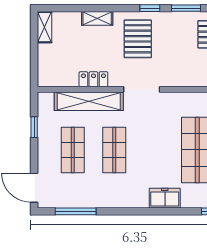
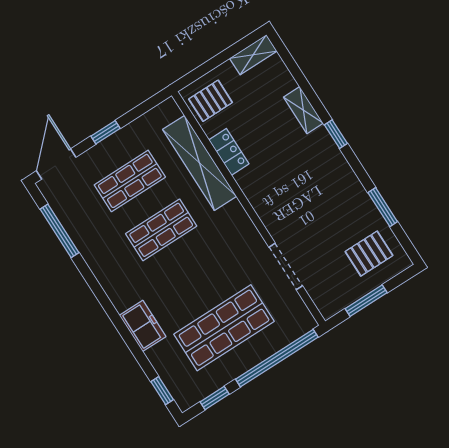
window: (150, 8) -> (336, 134), moved
pallet: (138, 39) -> (211, 101), moved, width x0.67, depth x0.71
doorway: (142, 89) -> (286, 266), moved
window: (34, 127) -> (106, 132), moved

